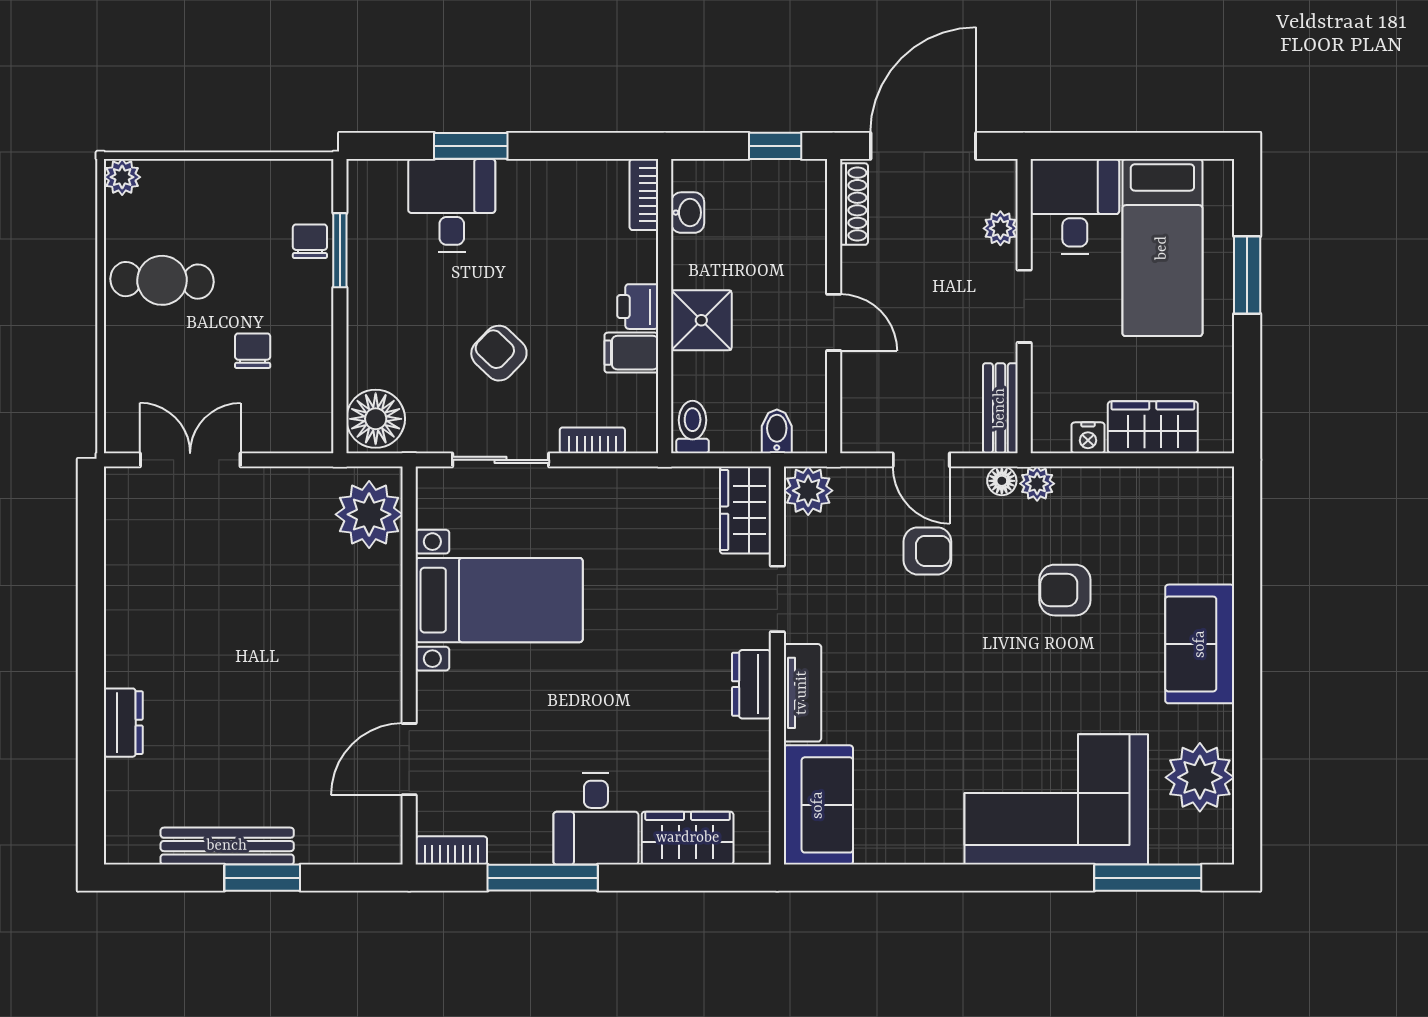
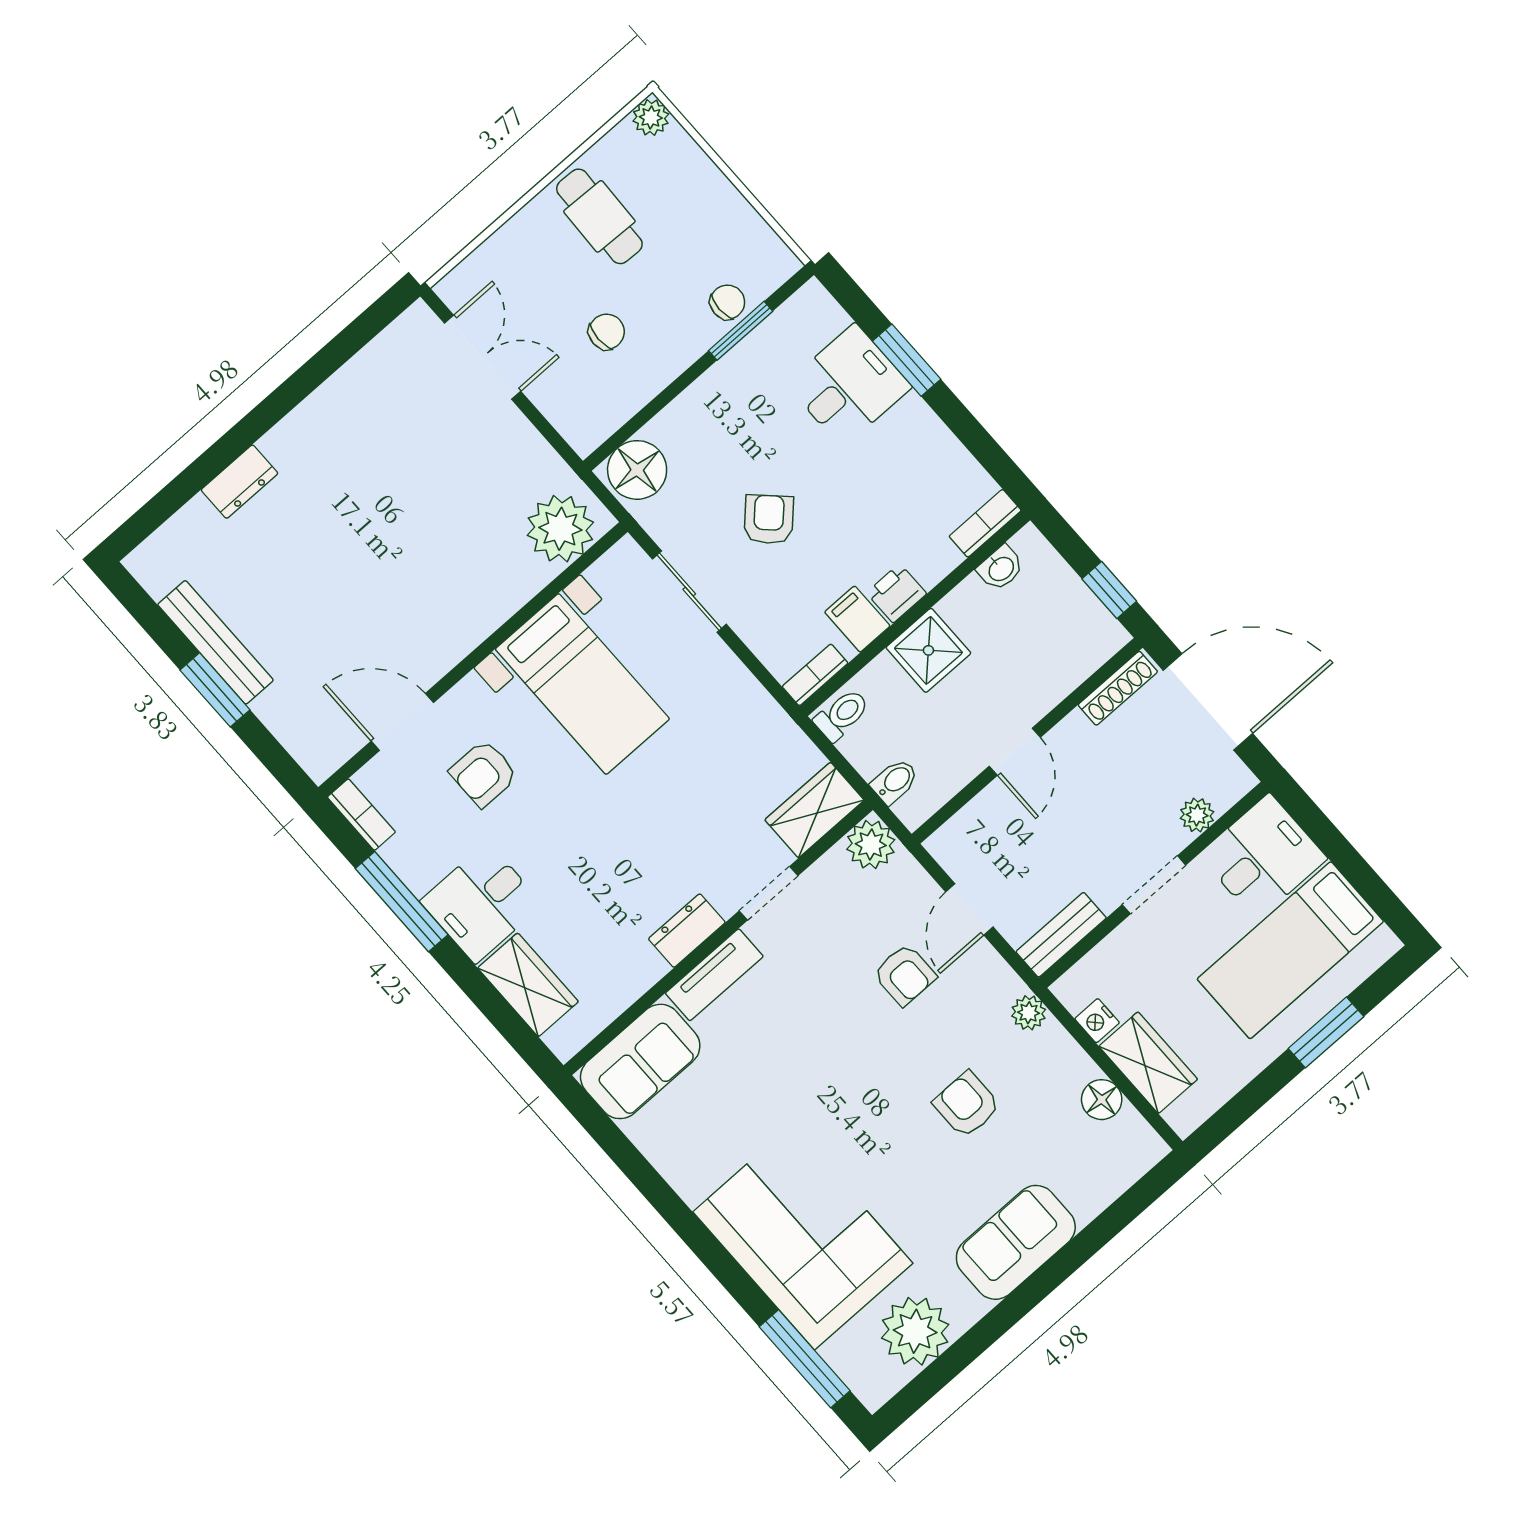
bookcase: (592, 440) -> (815, 675), moved, turned -90
floor lamp: (1002, 481) -> (1102, 1100), moved, width x1.37, depth x1.37
armchair: (501, 732) -> (484, 773), added

